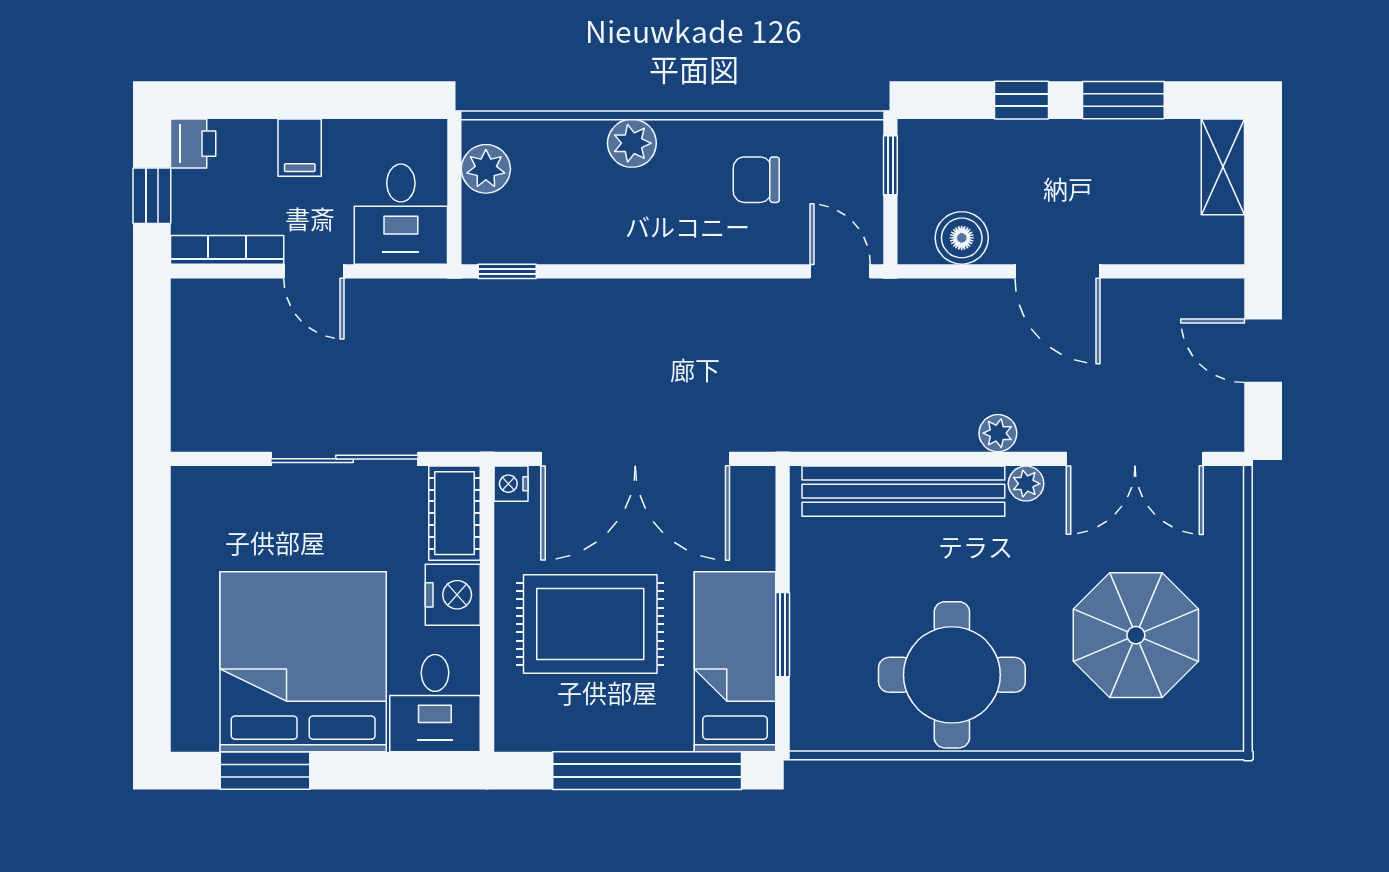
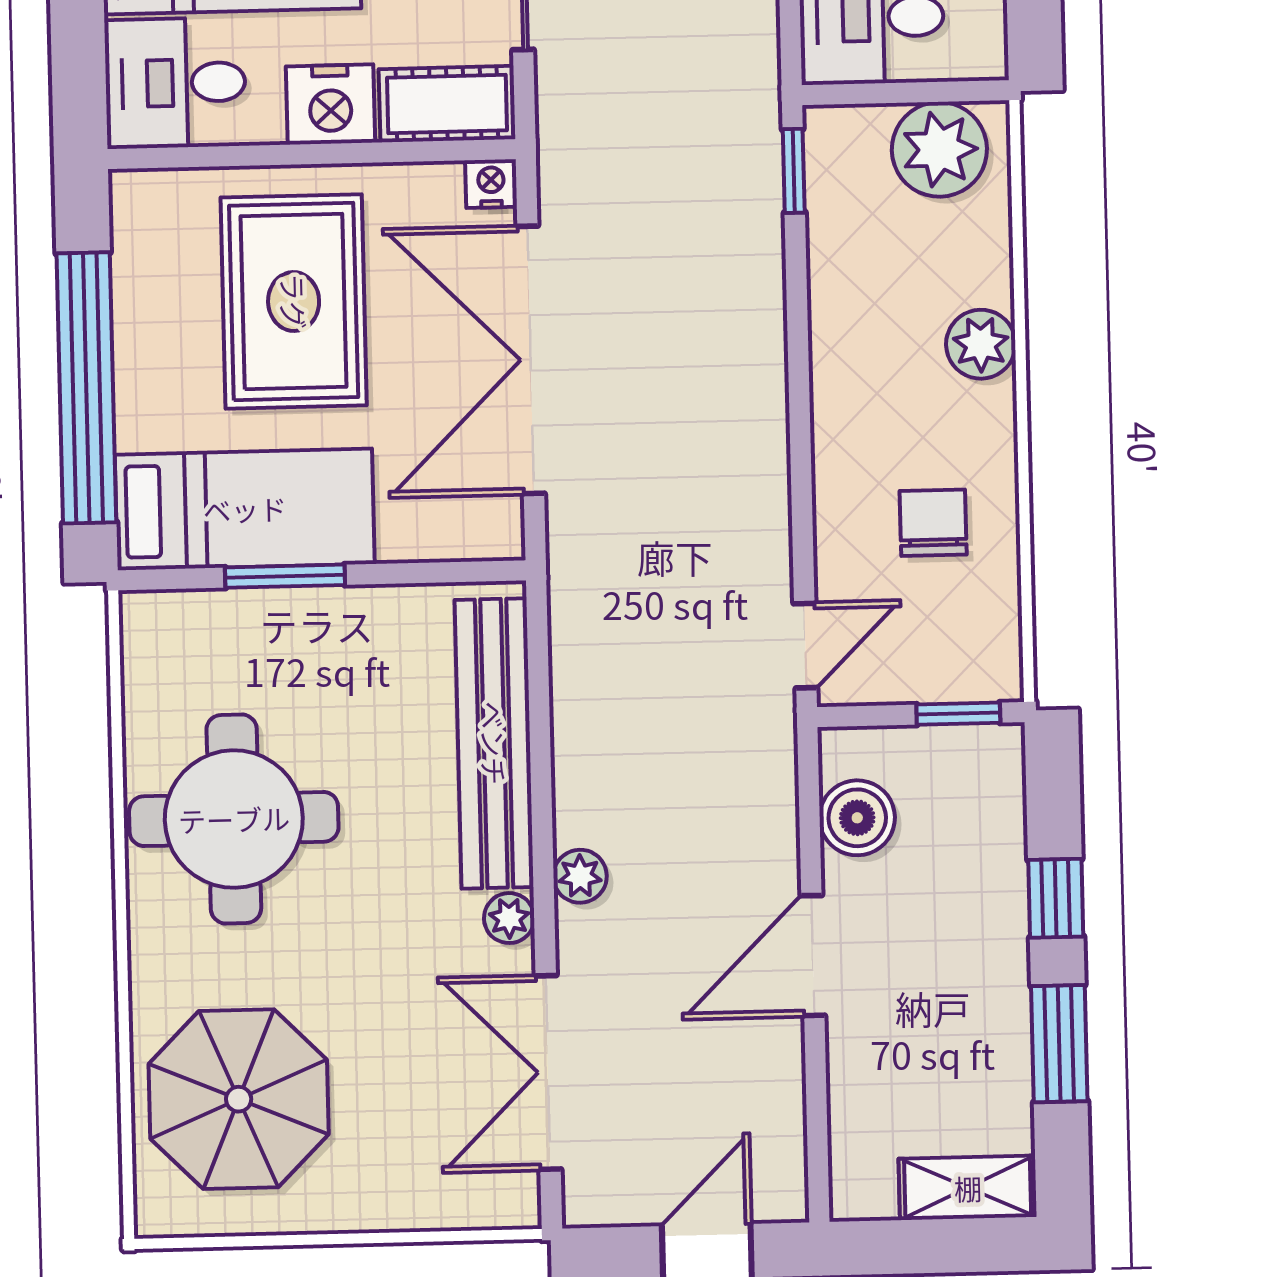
plant: (486, 169) -> (939, 149), width x1.36, depth x1.36
parasol: (1136, 635) -> (239, 1099), moved

